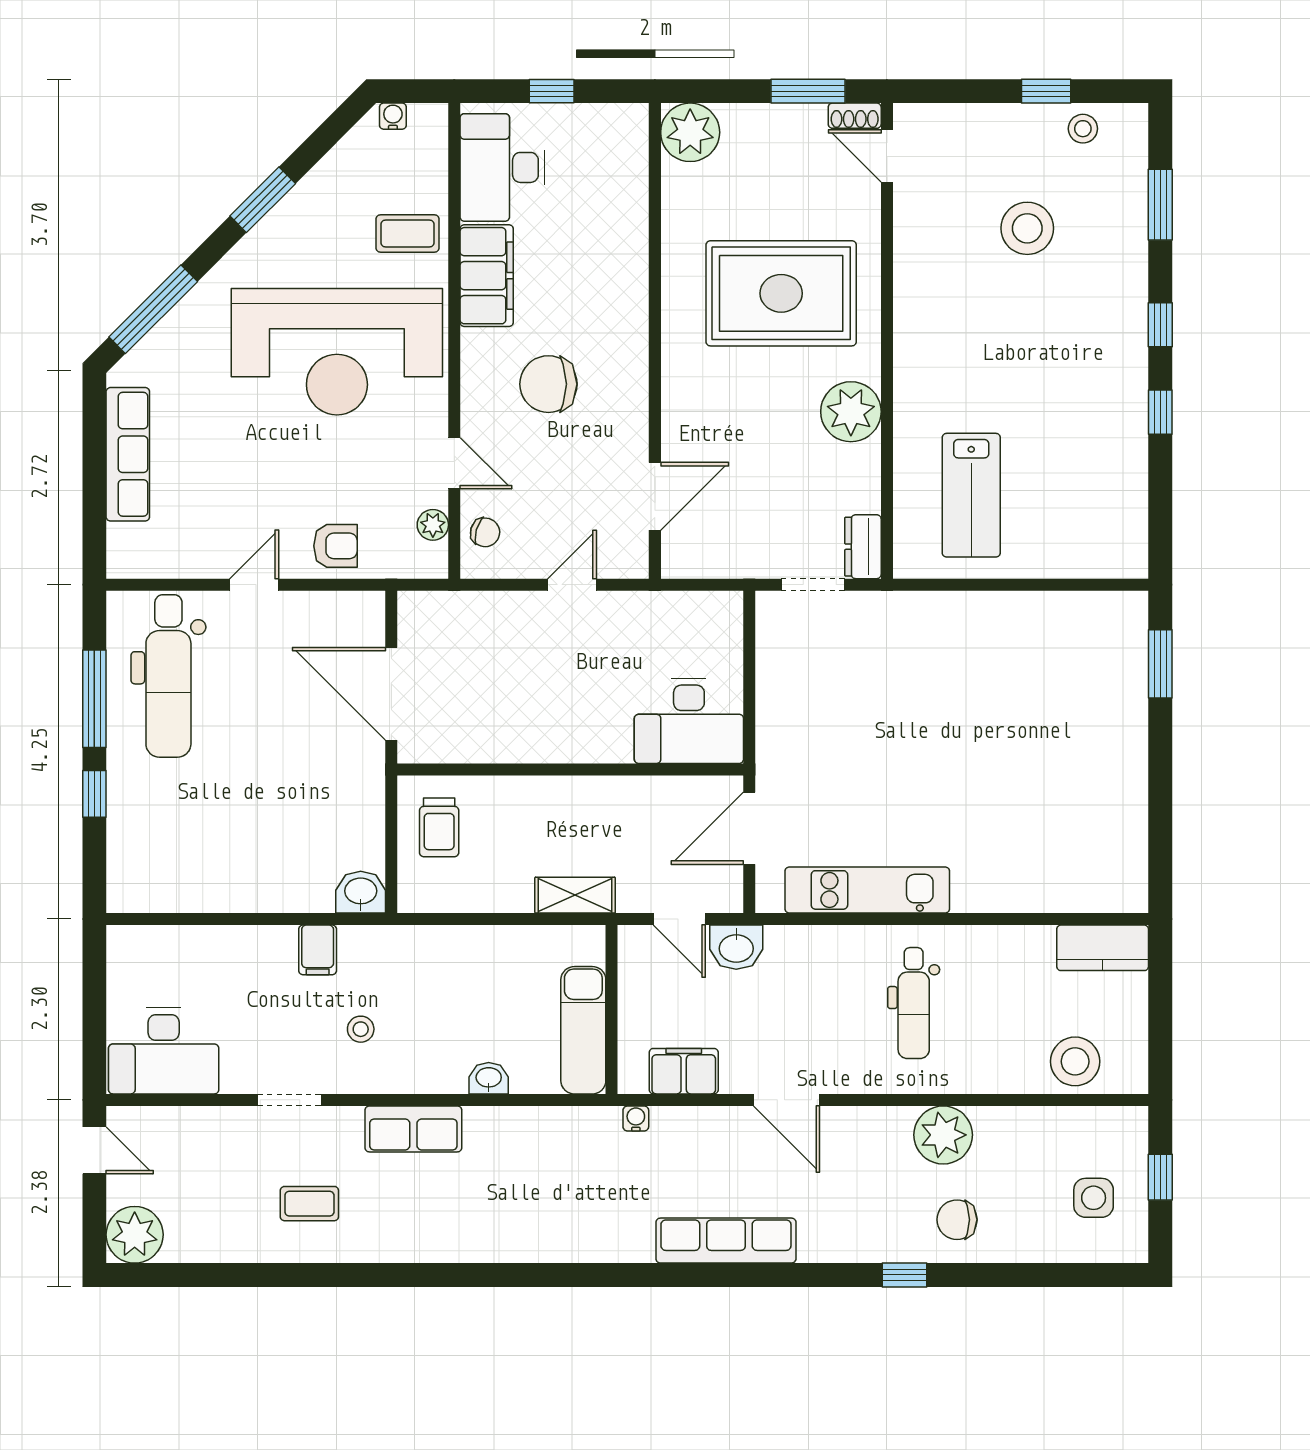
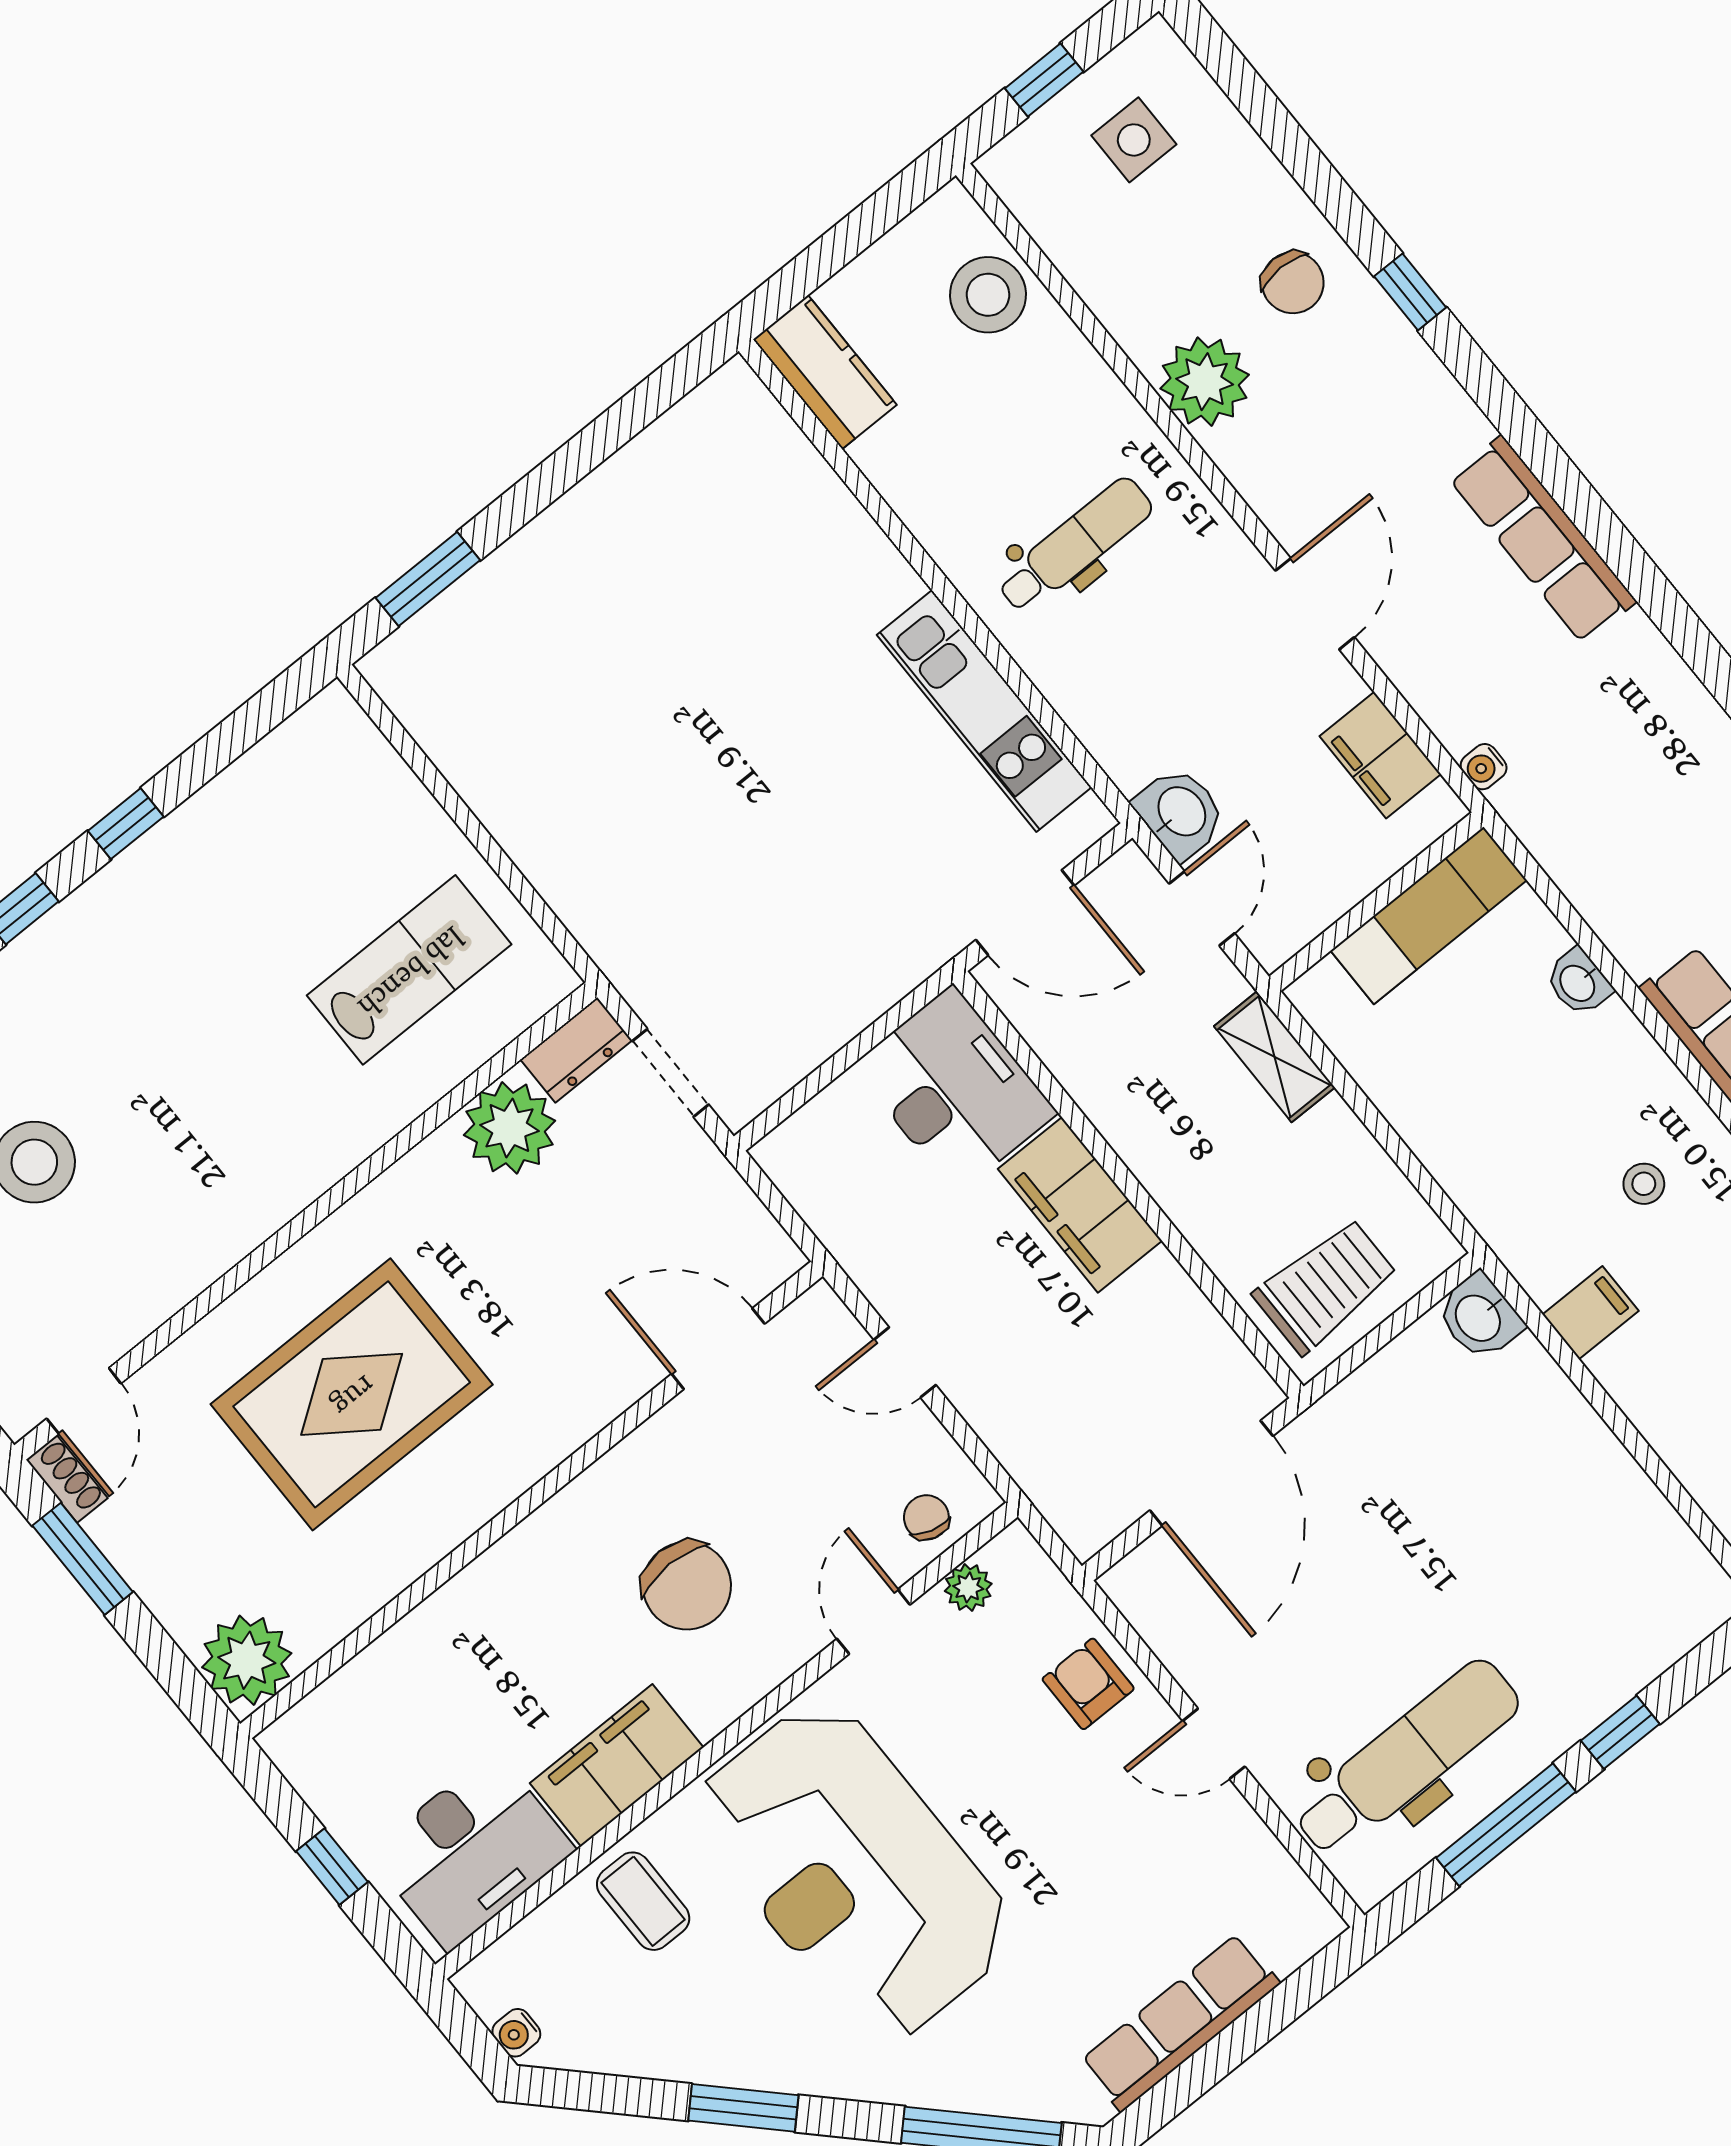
rug: (781, 293) -> (352, 1394), turned 90
reception desk: (337, 352) -> (853, 1871), turned 180
plant: (851, 412) -> (509, 1128), moved
filing cabinet: (580, 737) -> (1080, 1205), added
trolley: (439, 827) -> (1325, 1286), width x1.36, depth x1.39

